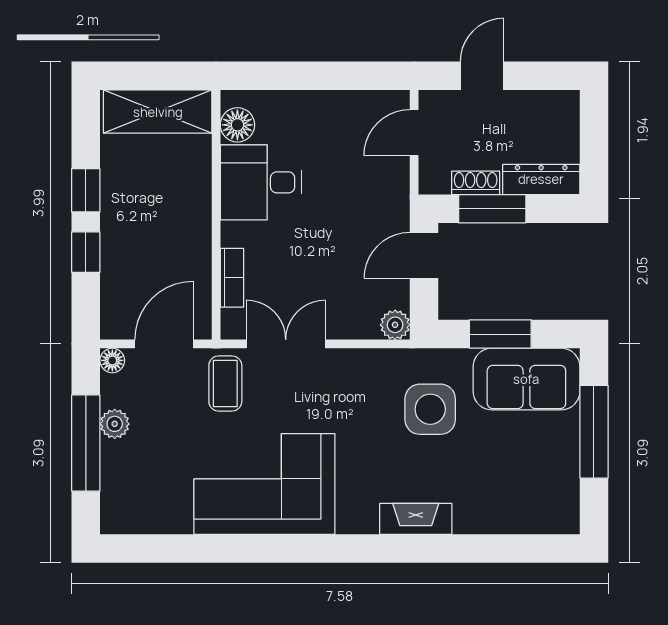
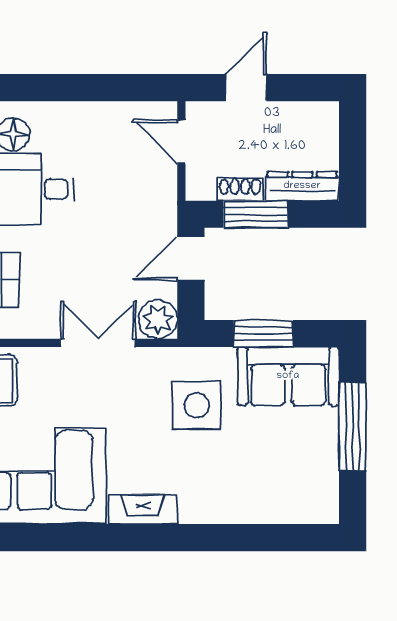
door: (414, 133) -> (181, 142), hinge flipped
plant: (395, 325) -> (158, 319), width x1.38, depth x1.38
double door: (286, 344) -> (98, 343), moved
fireplace: (416, 519) -> (143, 509), moved

